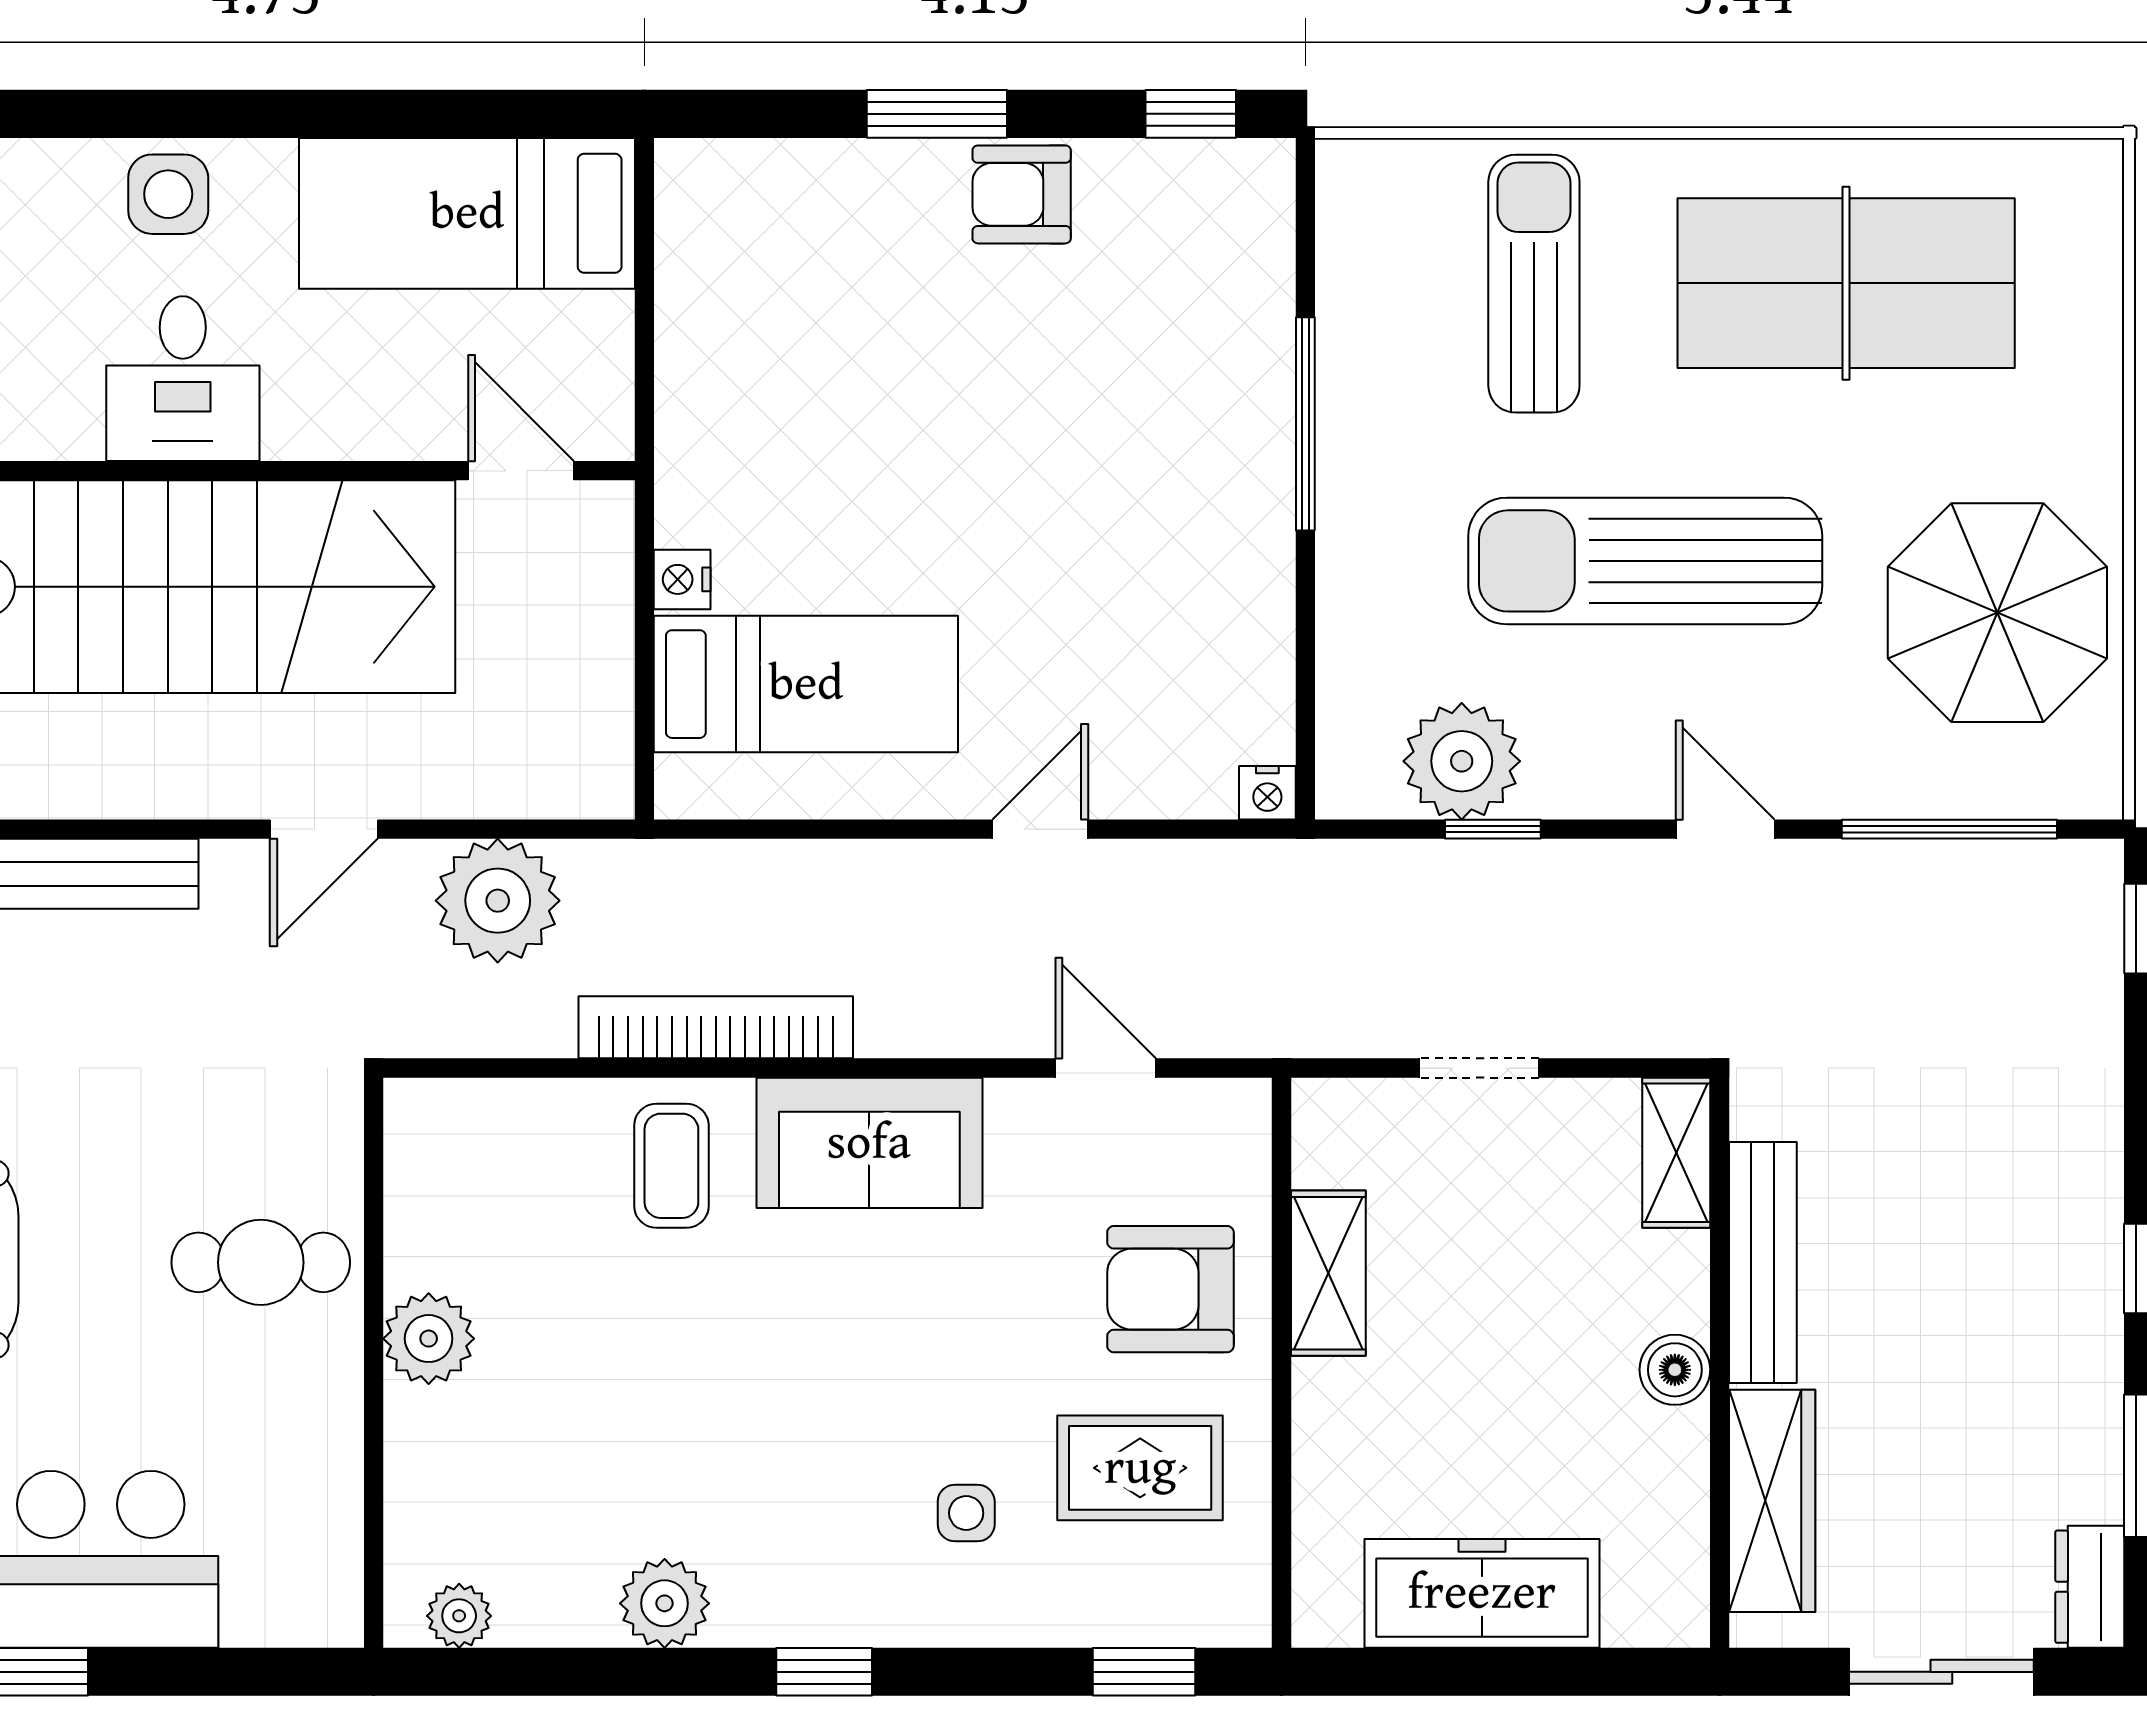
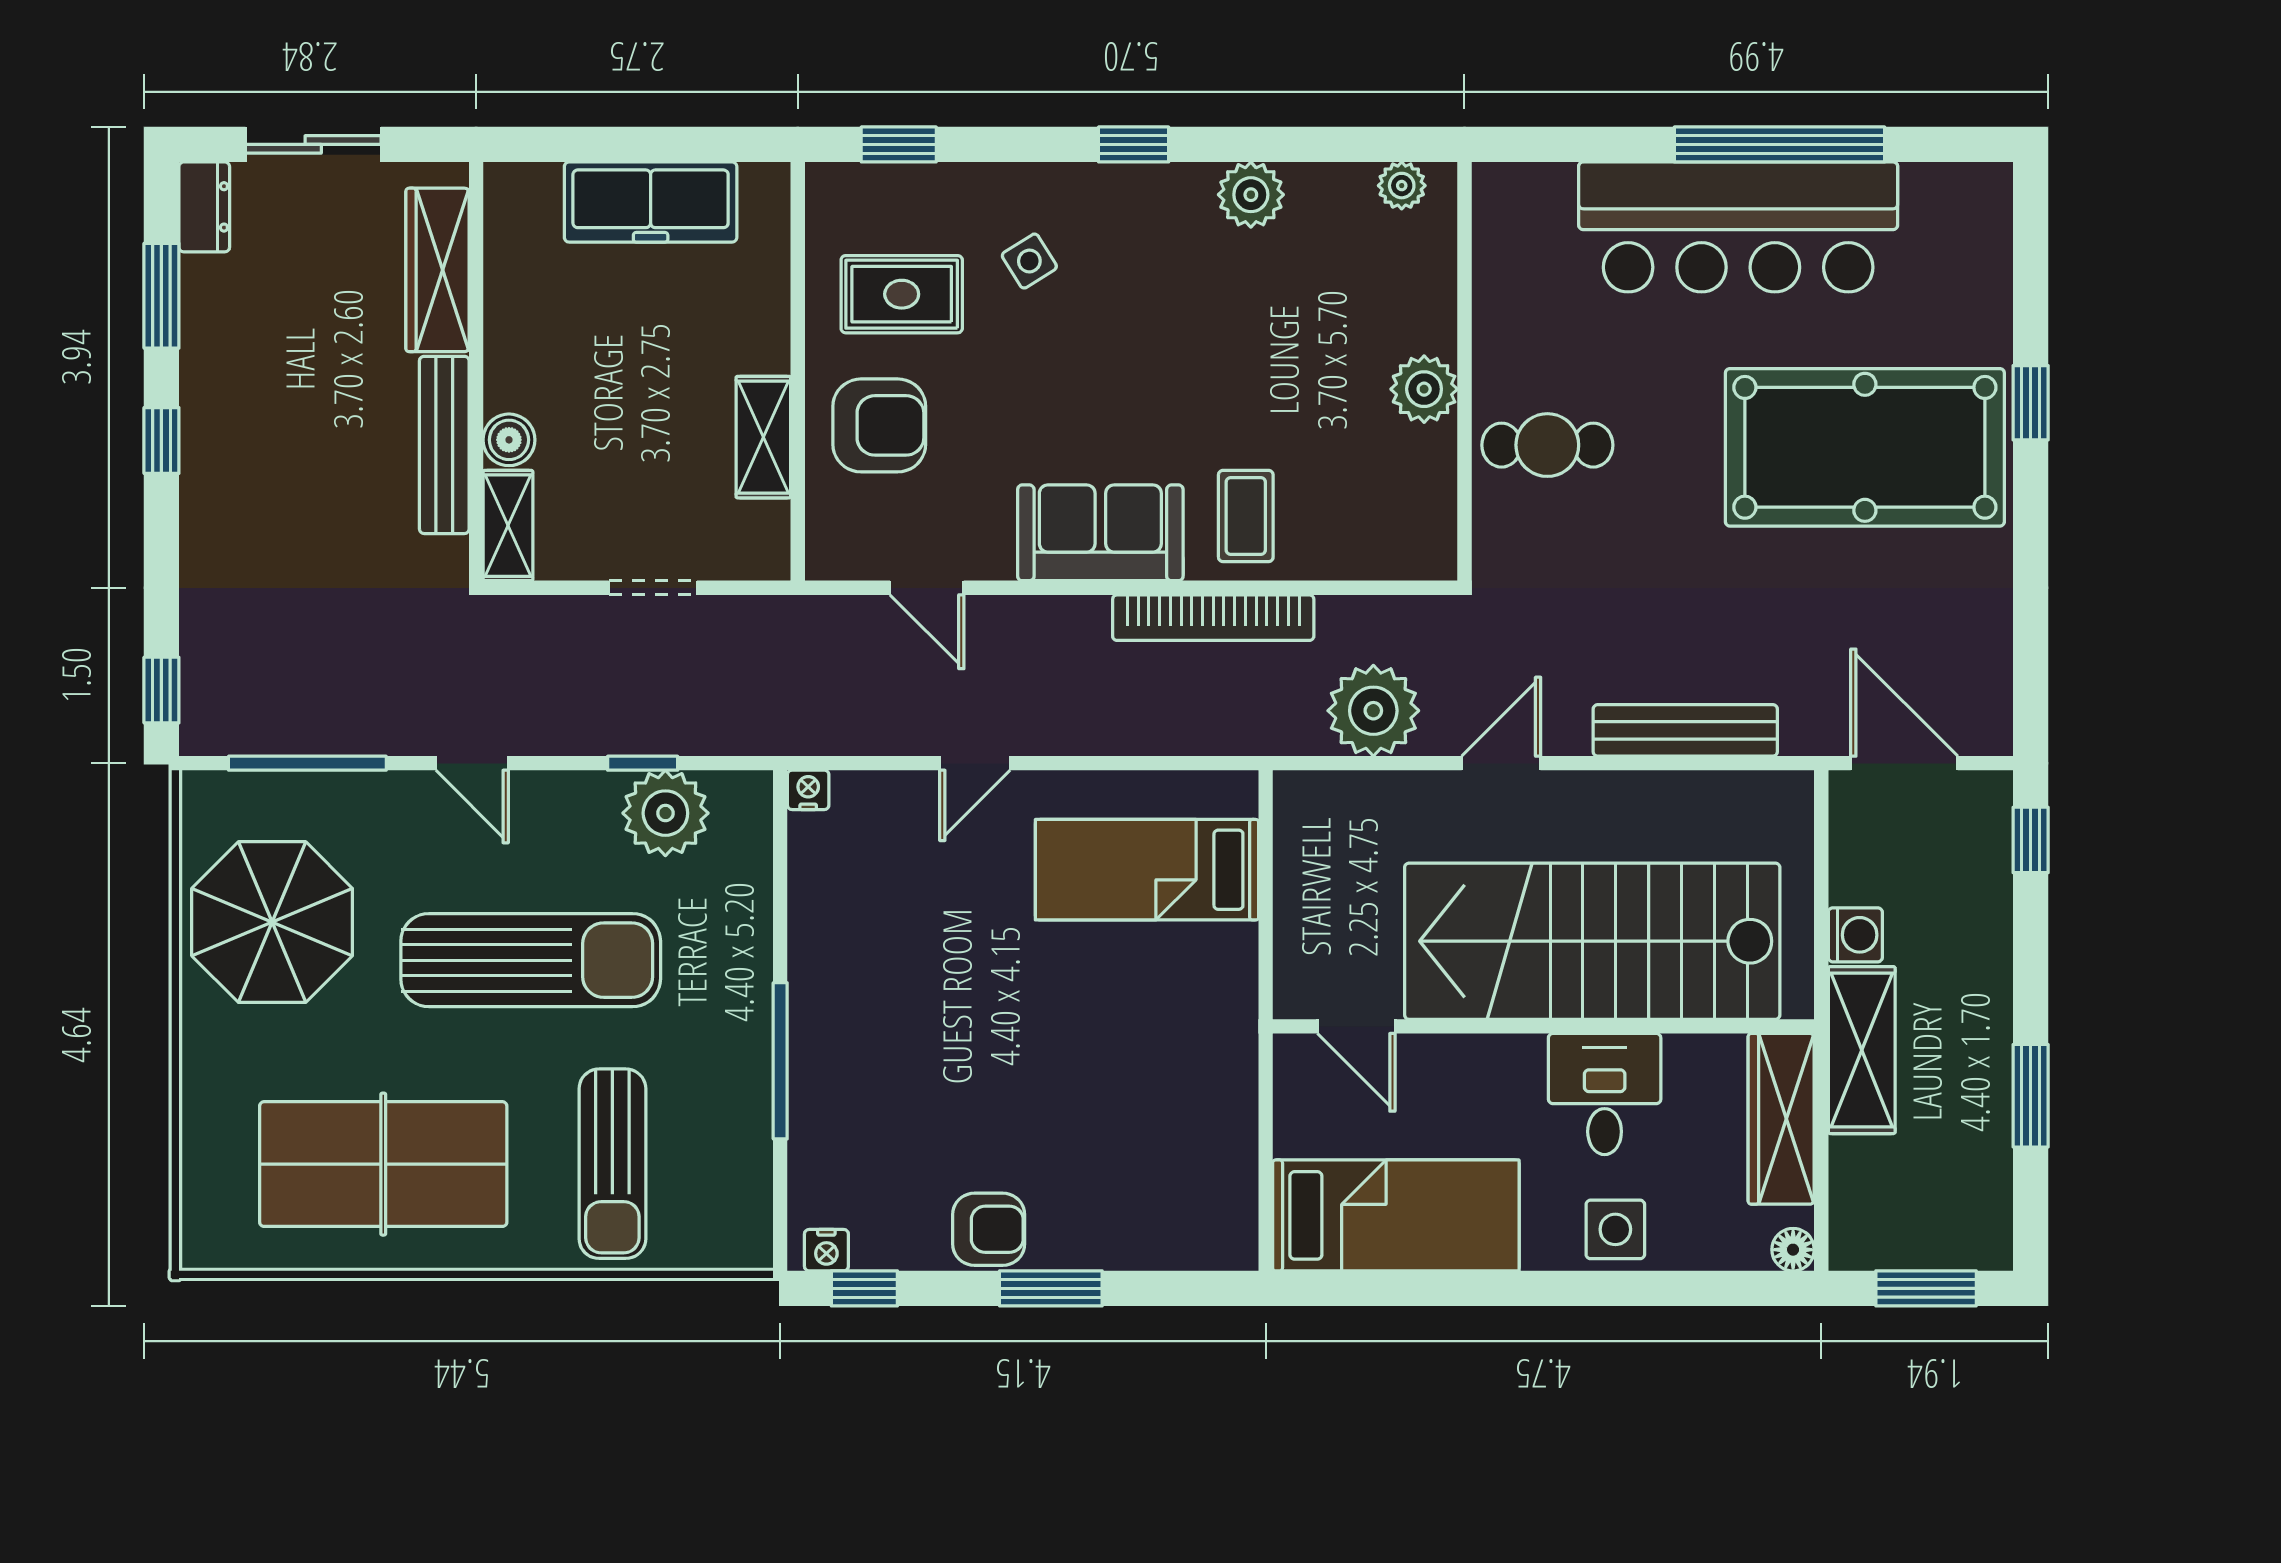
nightstand: (682, 579) -> (826, 1250), moved, turned 90
boiler: (1675, 1370) -> (509, 440), moved
side table: (966, 1513) -> (1029, 261), turned -32

